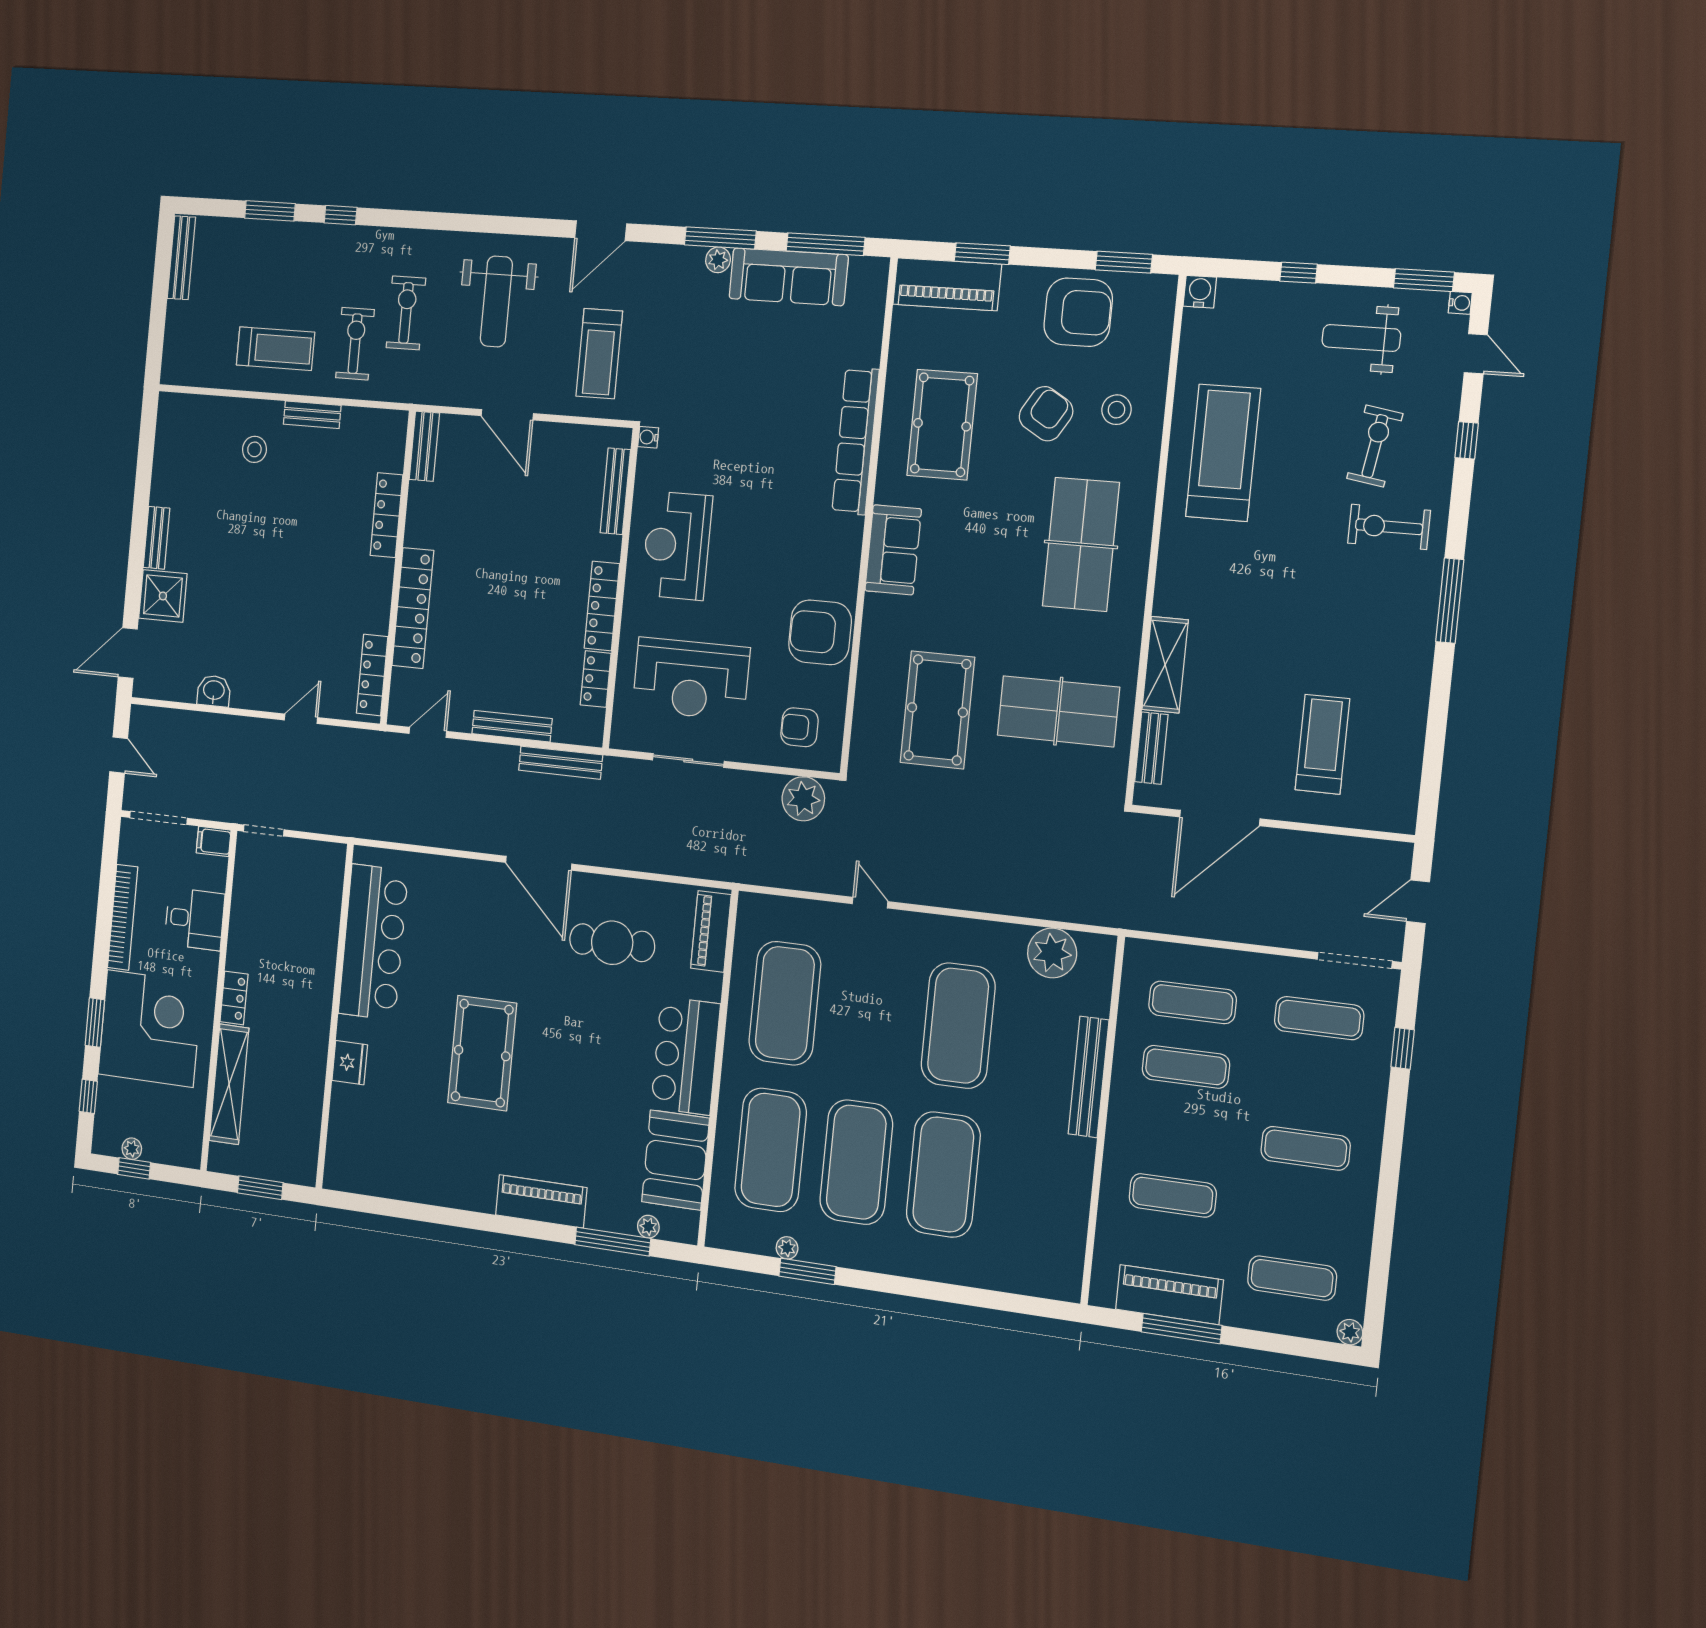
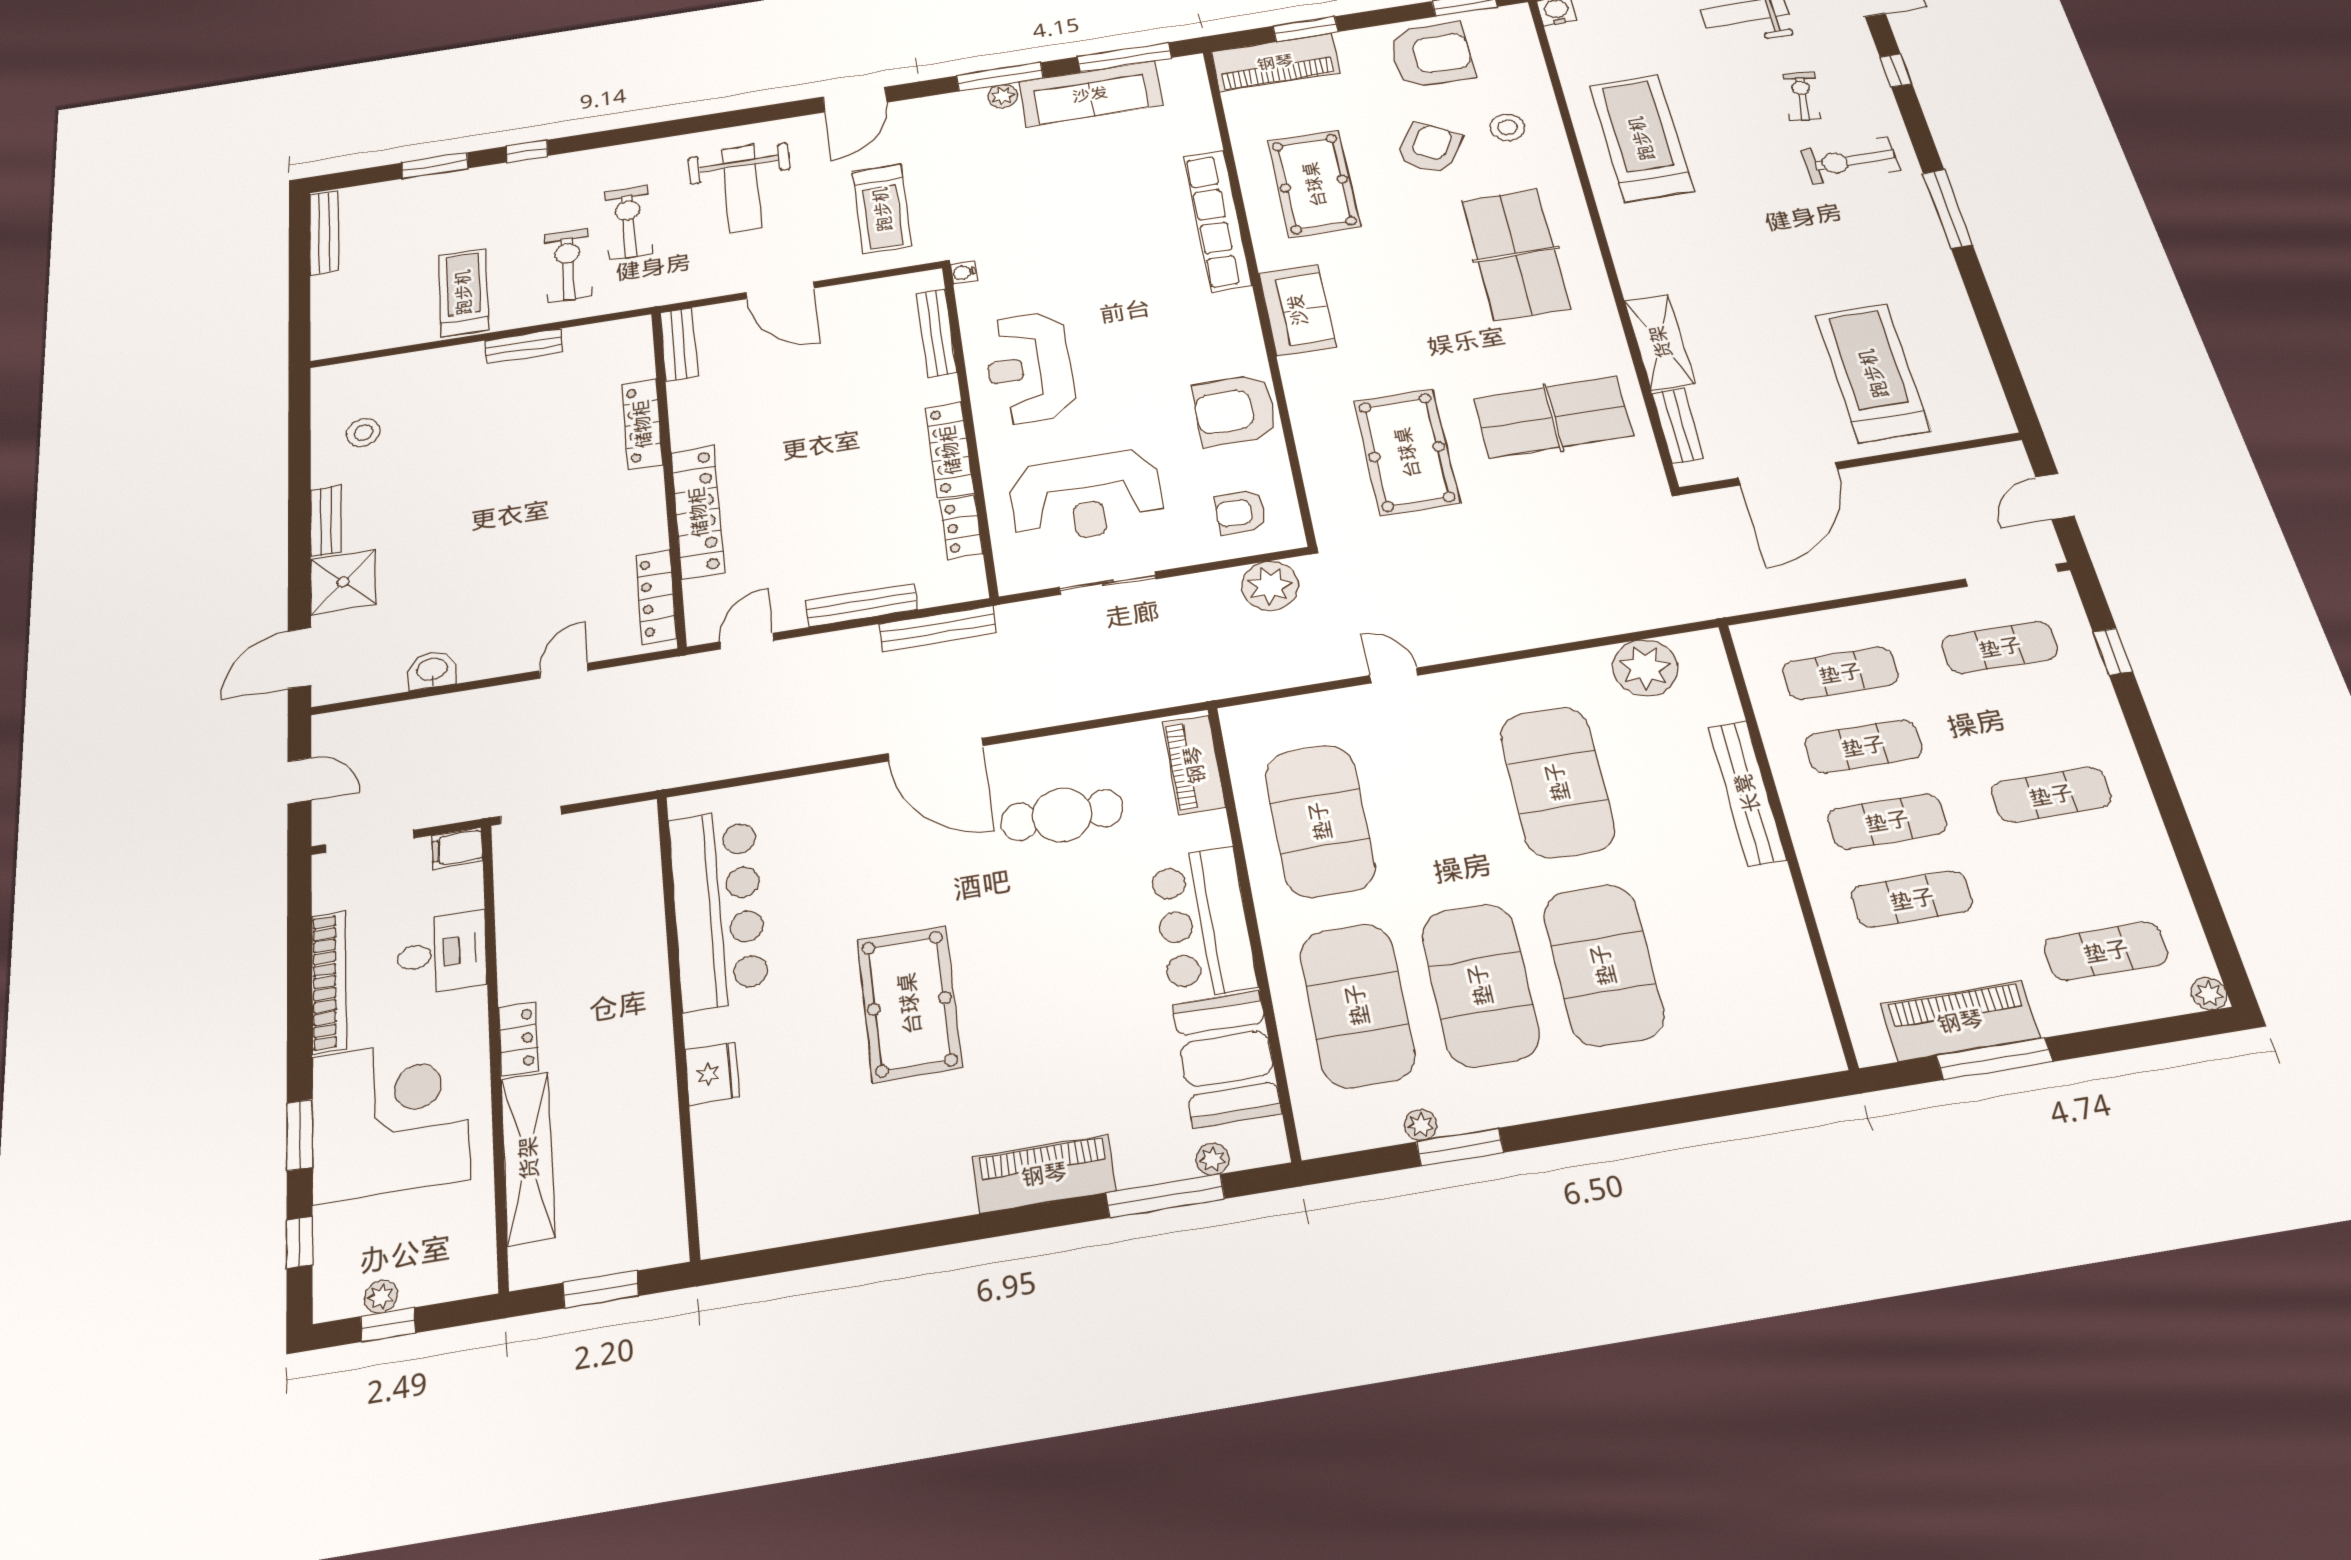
treadmill: (276, 349) -> (463, 292), turned -90
exercise bike: (1375, 446) -> (1802, 96), width x0.73, depth x0.72
stool: (254, 449) -> (363, 433), moved
treadmill: (1322, 744) -> (1873, 373), width x1.37, depth x1.38
exercise mat: (1179, 1131) -> (1887, 821), added

